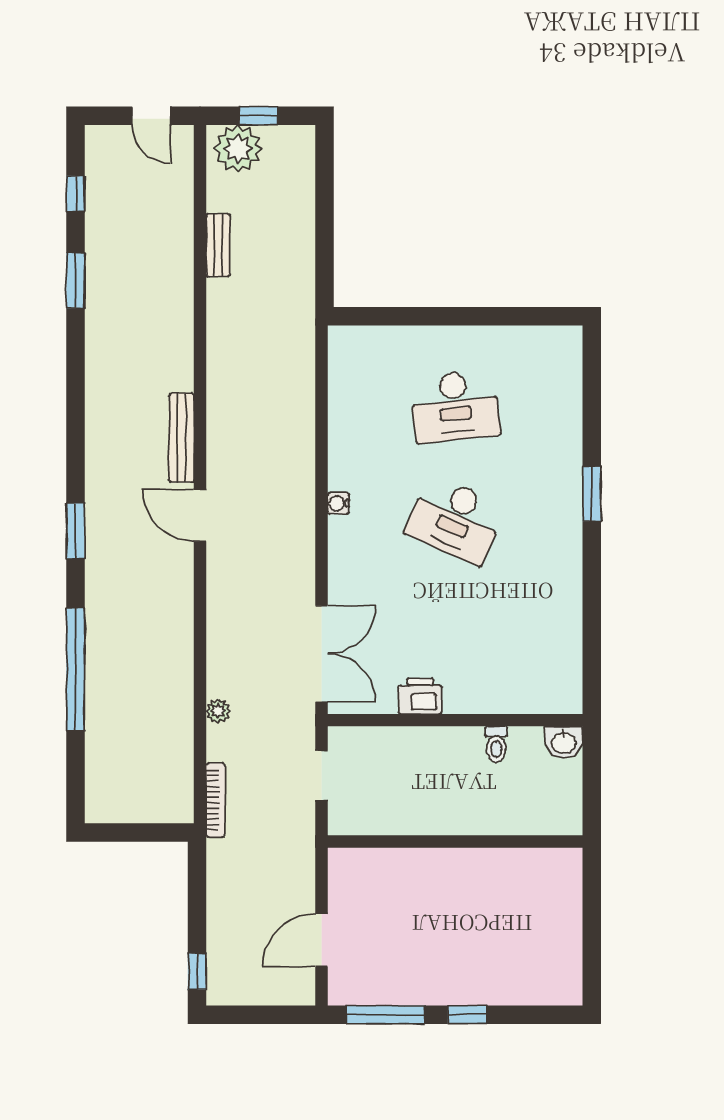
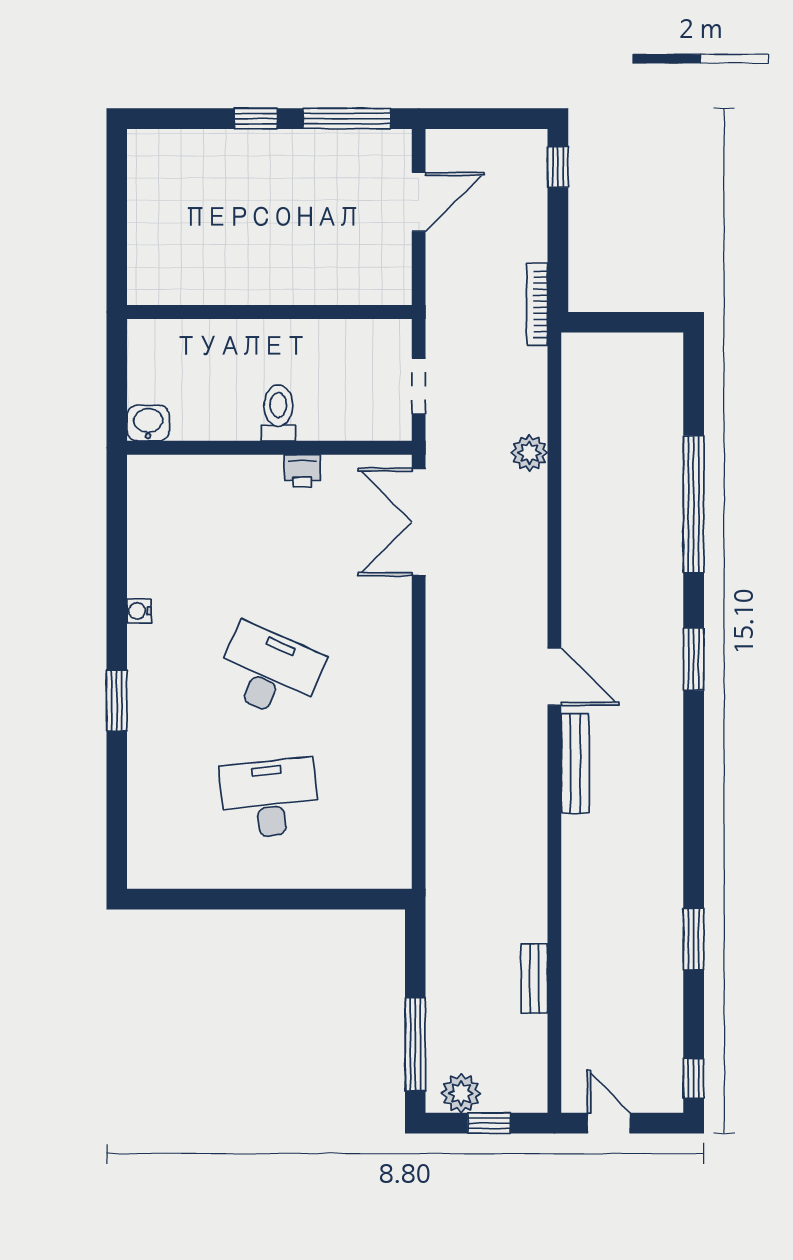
plant: (238, 149) -> (461, 1093), moved, width x0.73, depth x0.73
window: (325, 186) -> (415, 1044), added
window: (76, 194) -> (694, 1078), moved
water cooler: (338, 503) -> (139, 611), moved, turned 180
printer: (420, 696) -> (302, 471), width x0.73, depth x0.81
plant: (218, 711) -> (529, 453), width x1.38, depth x1.38
toilet: (496, 744) -> (278, 413), moved, width x1.37, depth x1.39
bookcase: (216, 800) -> (537, 304), moved

